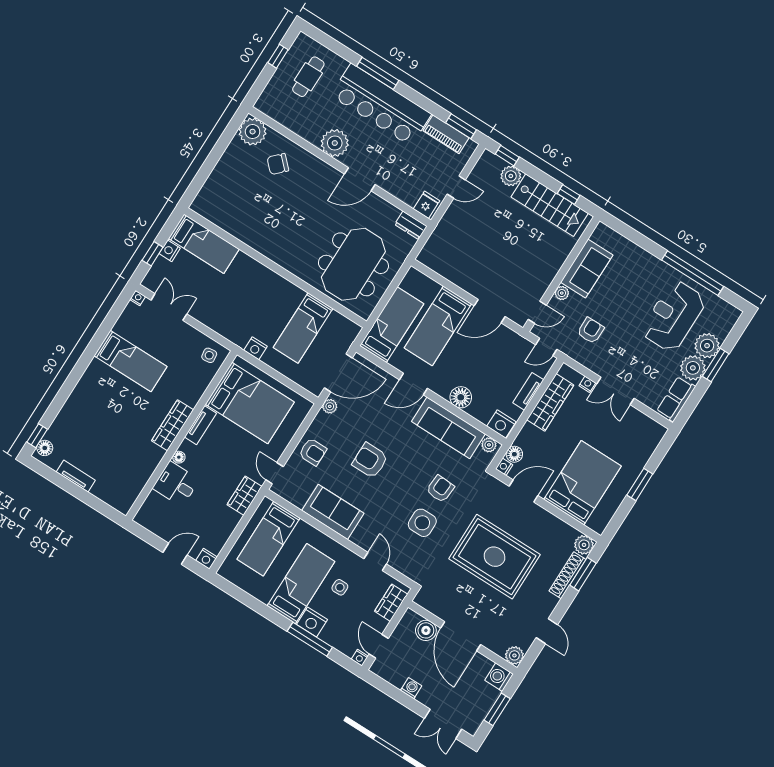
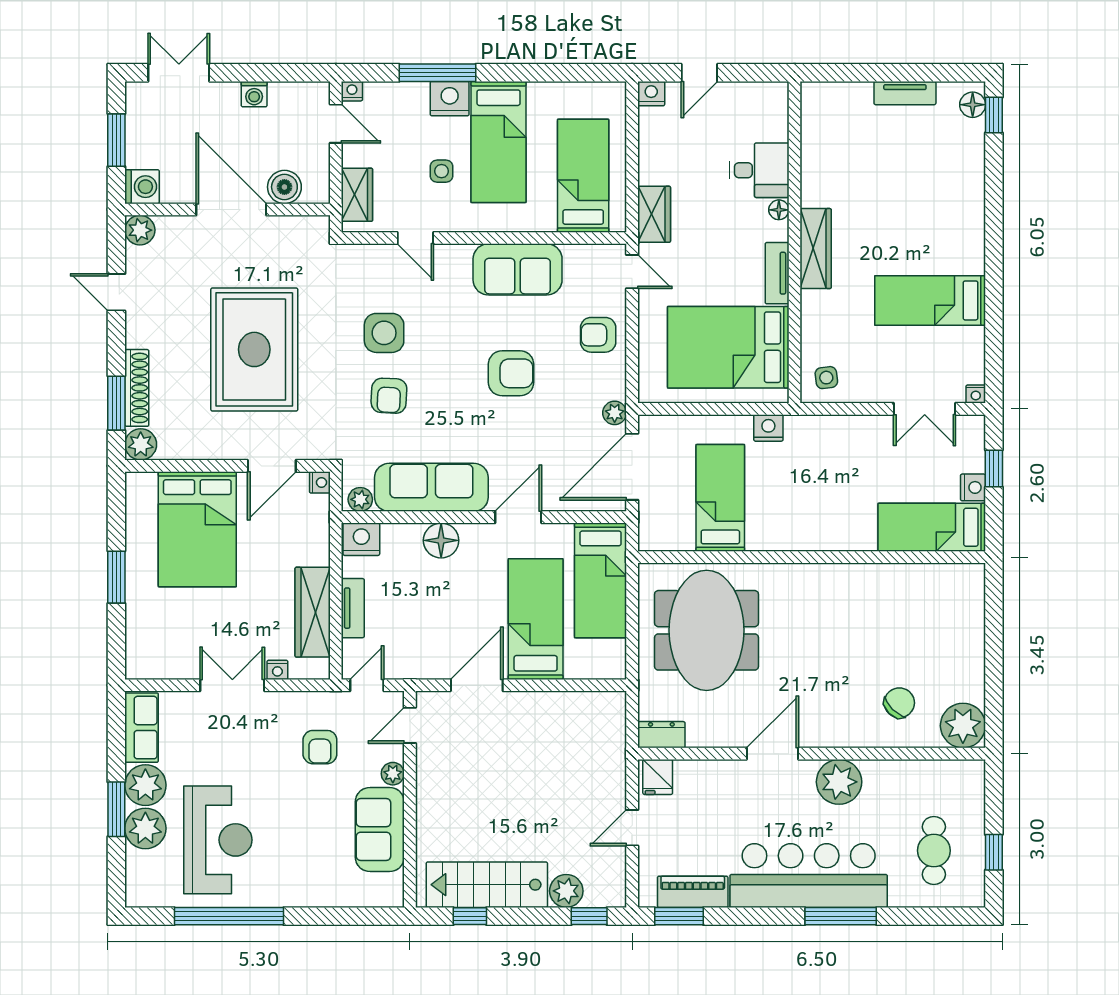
floor lamp: (514, 454) -> (317, 509), removed
rug: (495, 557) -> (254, 349), turned 90

